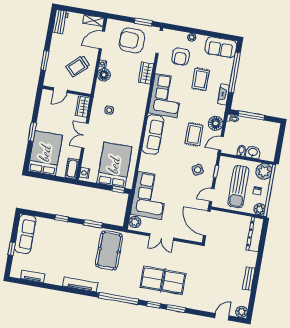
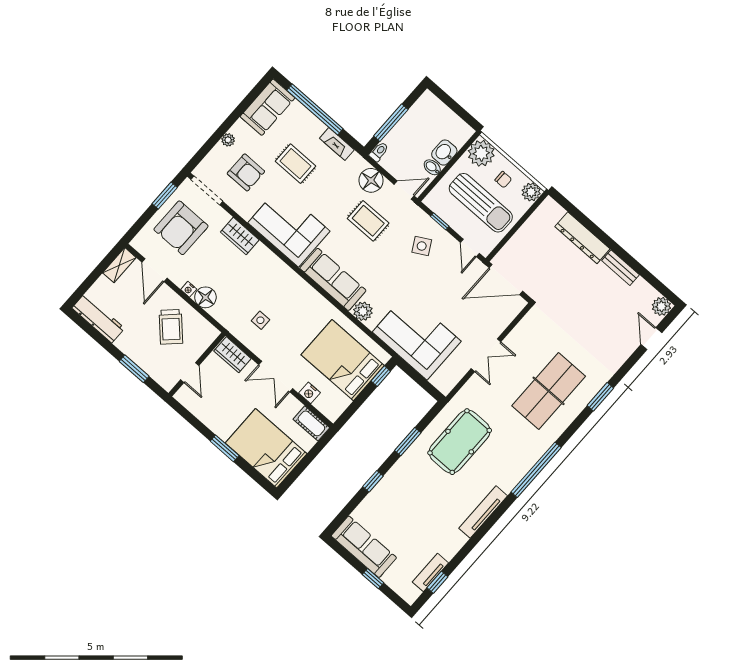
workbench: (60, 22) -> (98, 318), width x1.38
door: (221, 143) -> (404, 190), swing flipped
nightstand: (85, 173) -> (309, 393), moved
plant: (135, 222) -> (363, 311), moved
dresser: (255, 234) -> (582, 238), moved
pool table: (109, 250) -> (460, 442), turned 90
window: (154, 305) -> (437, 582), moved

